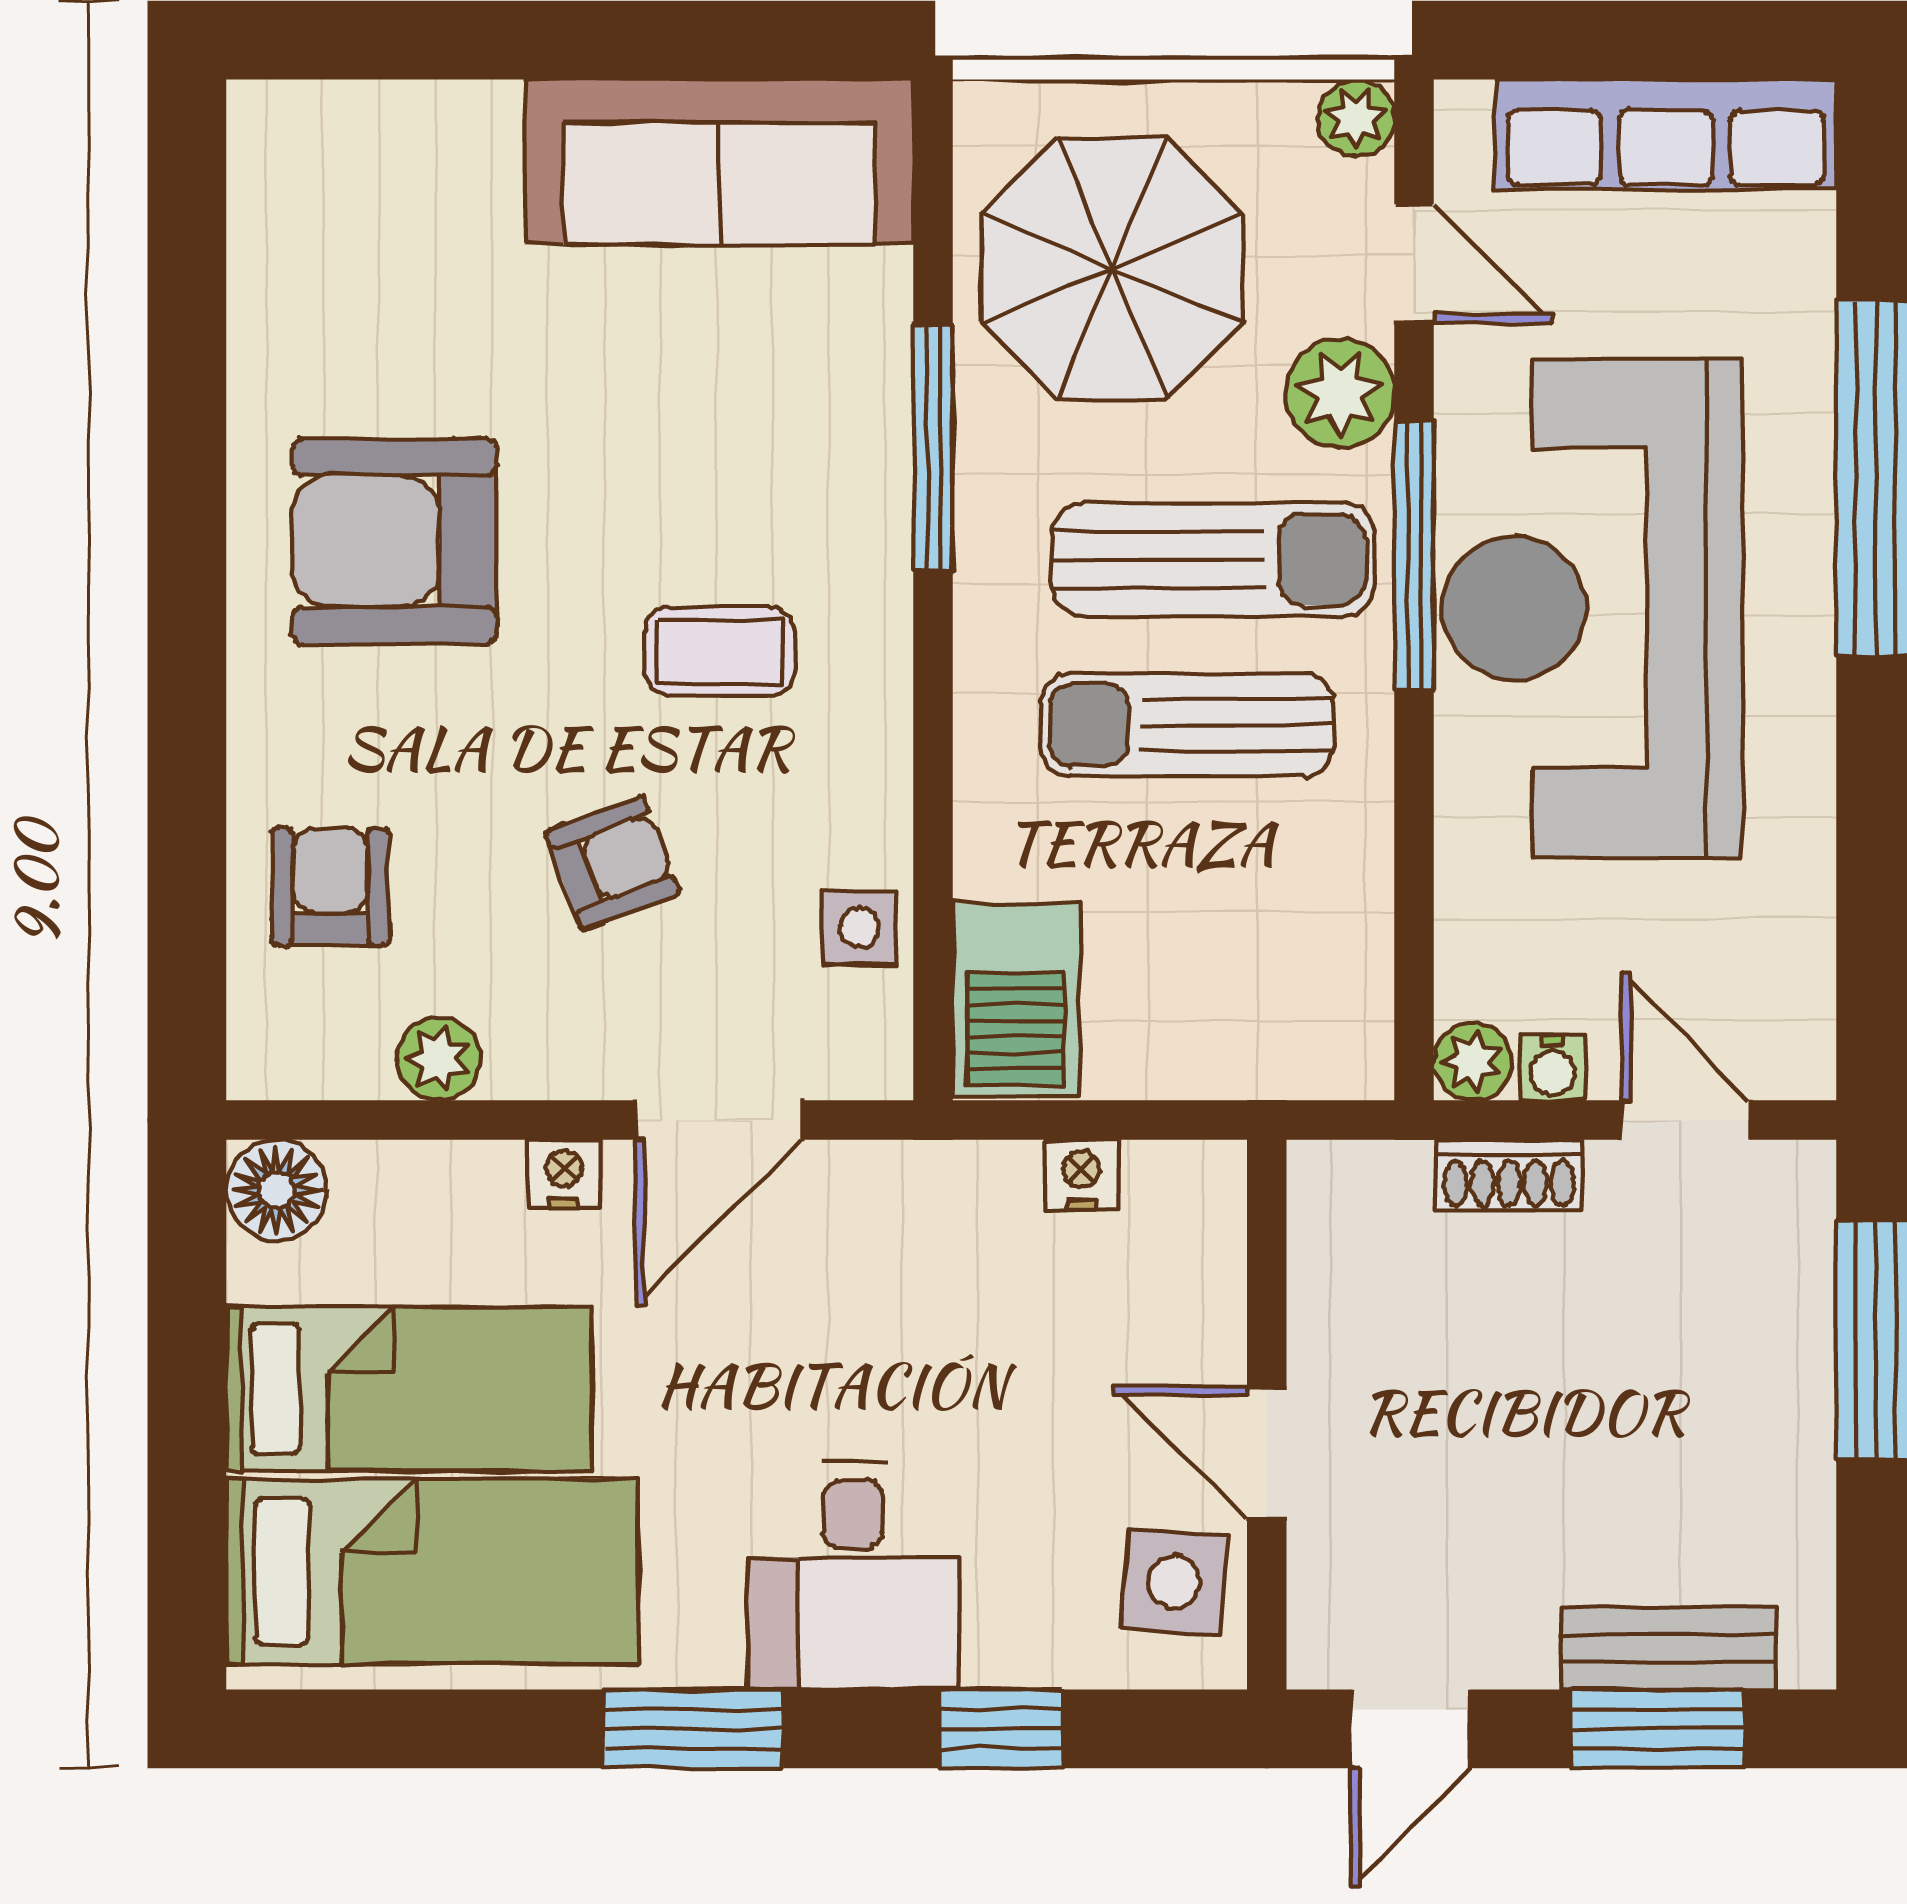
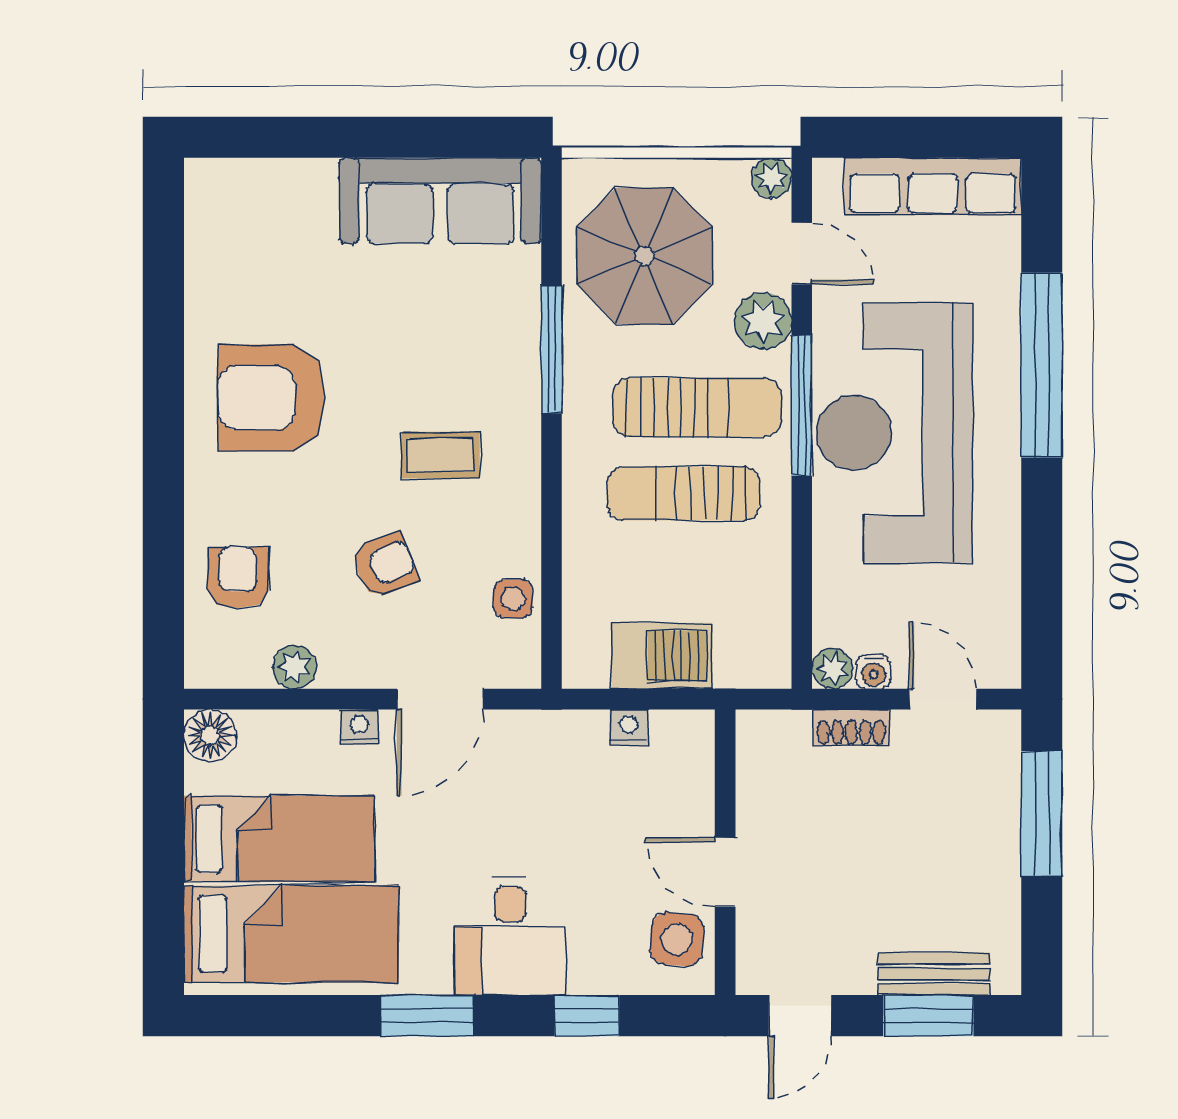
barbecue: (1016, 1000) -> (662, 656), moved, turned -90

